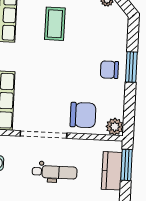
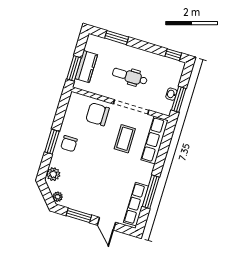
coffee table: (55, 24) -> (125, 139), moved
chair: (109, 70) -> (69, 144), turned 90
plant: (115, 127) -> (53, 174), moved

